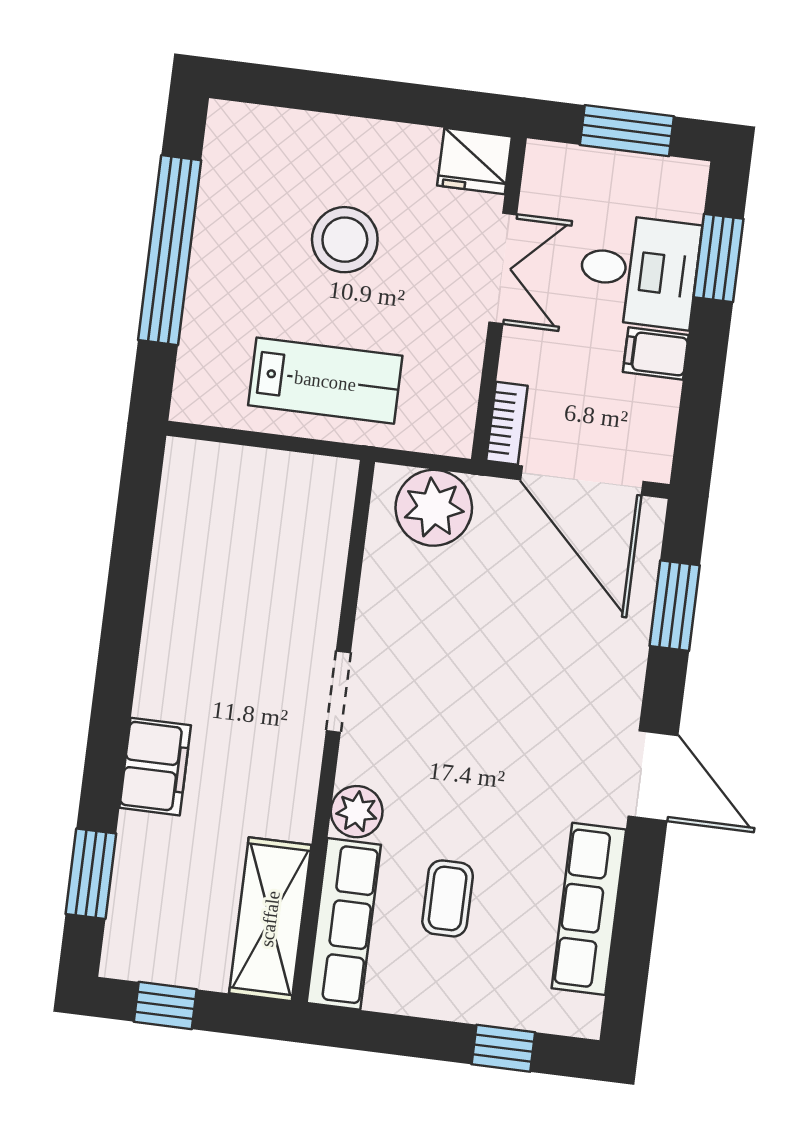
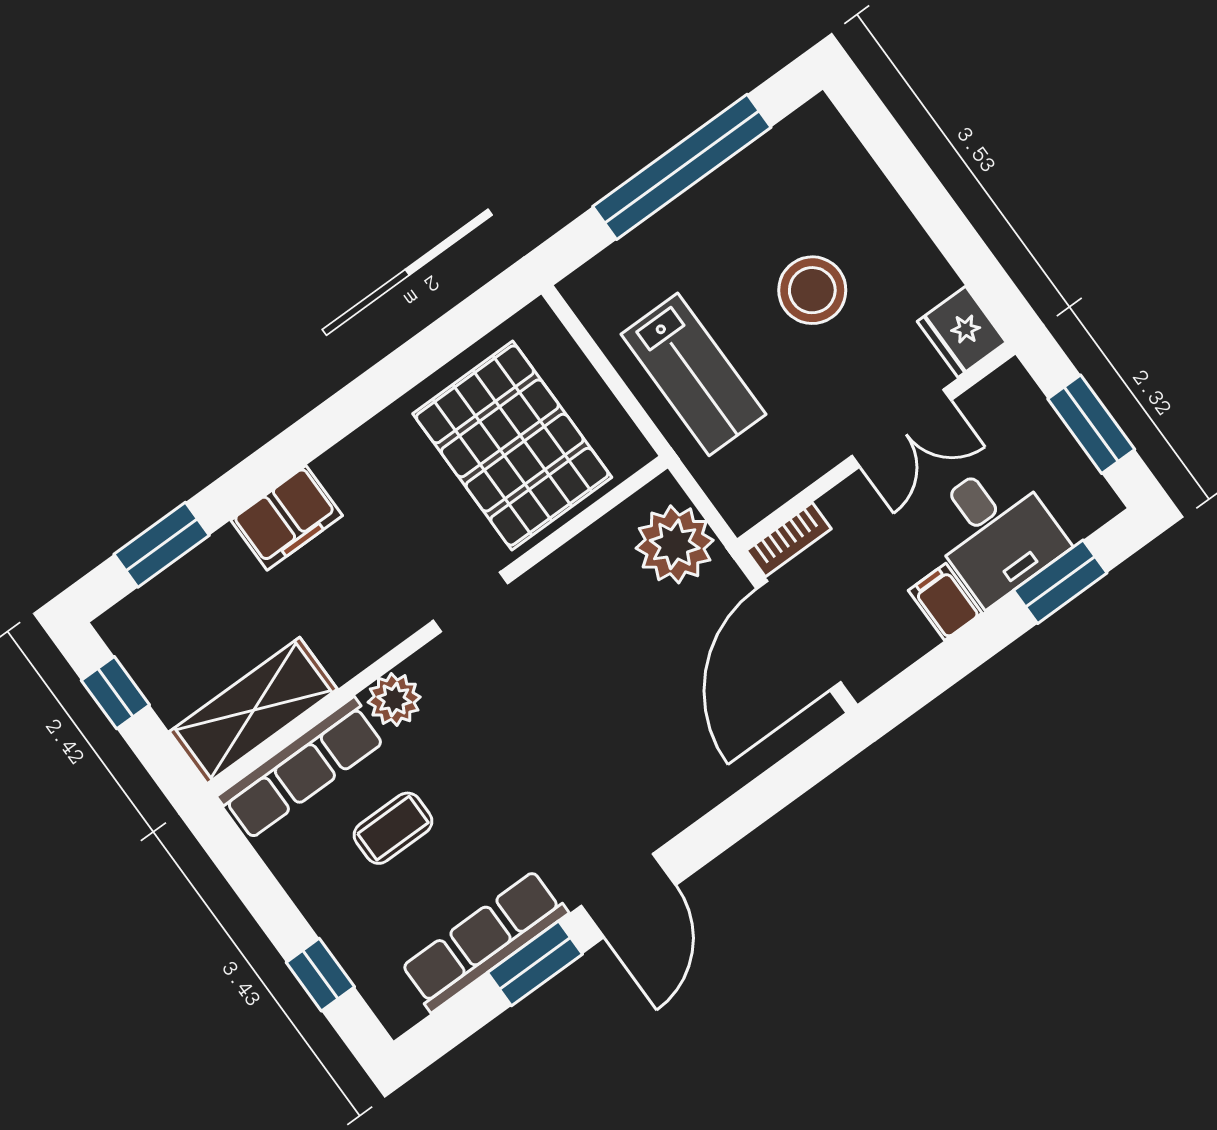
pallet: (255, 557) -> (512, 446), added
window: (675, 606) -> (535, 963), moved

